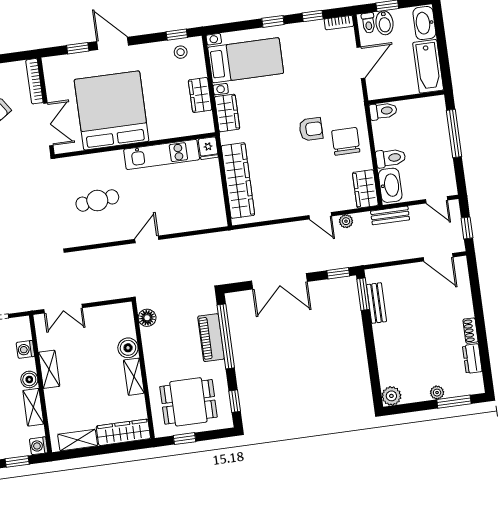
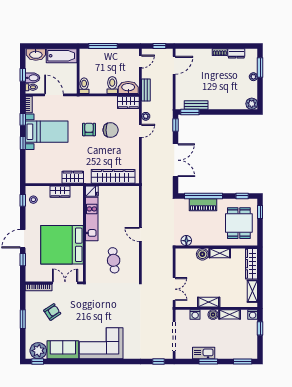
bed with nightstands: (246, 60) -> (47, 132), moved, turned 90
chair: (346, 141) -> (111, 130), moved, turned 180
window: (185, 439) -> (260, 212), moved

